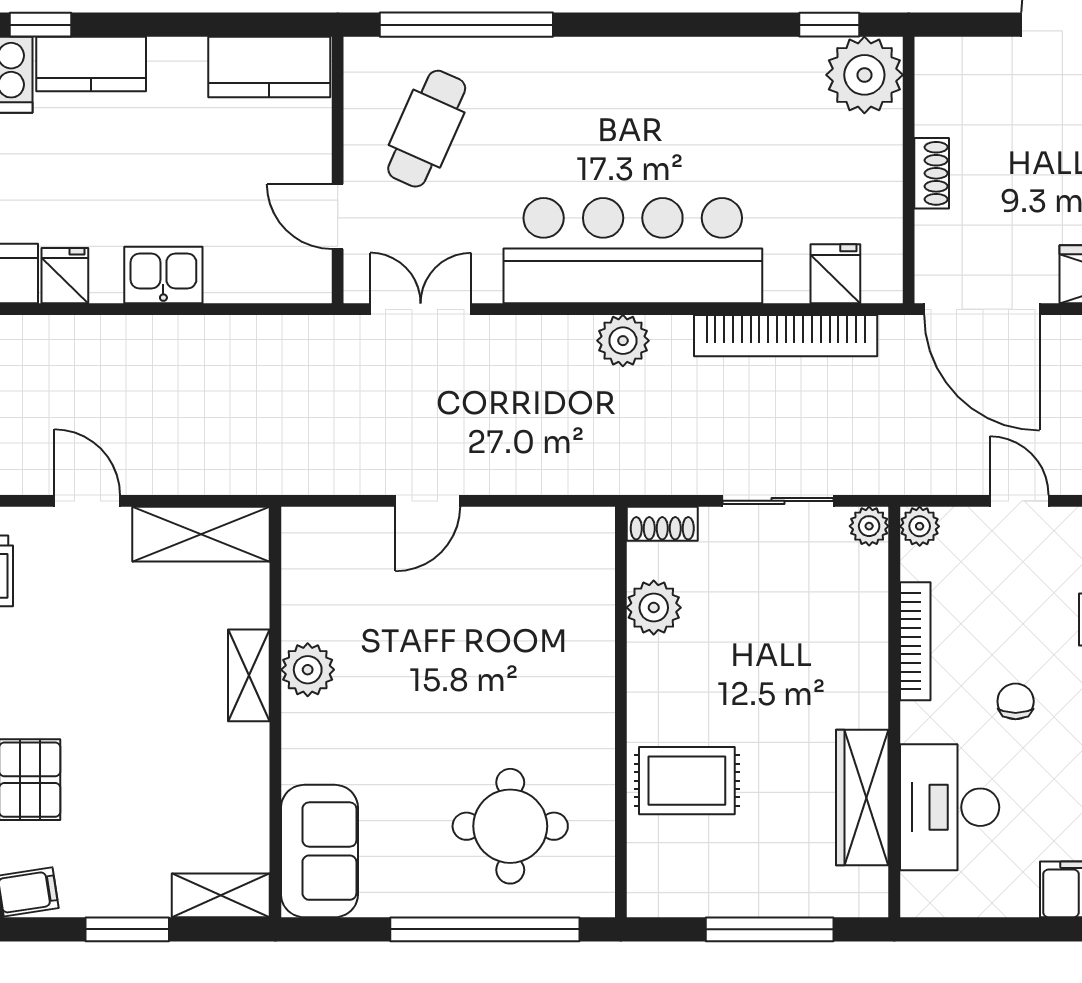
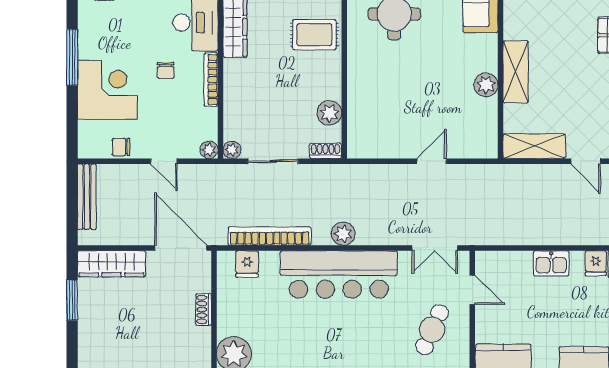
bookcase: (915, 641) -> (211, 80), moved
shelving: (249, 675) -> (516, 72), width x1.50, depth x1.33

